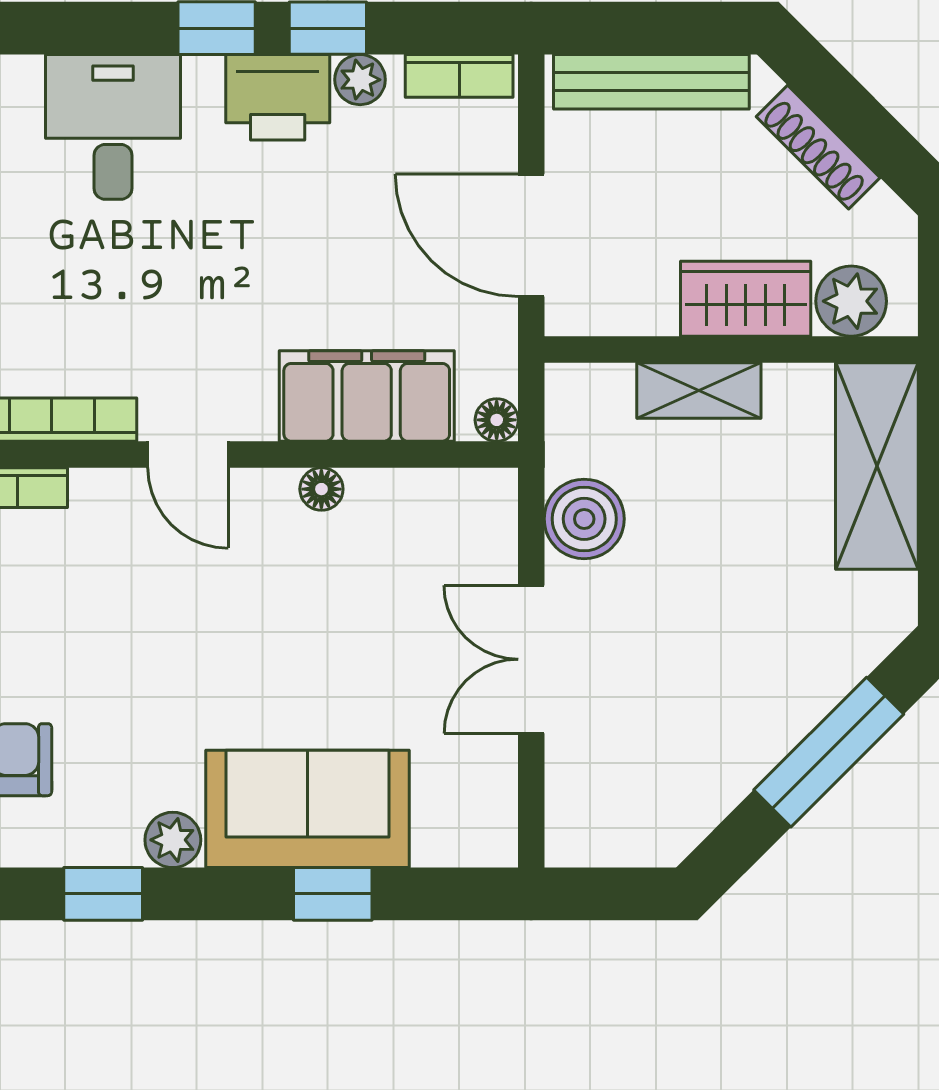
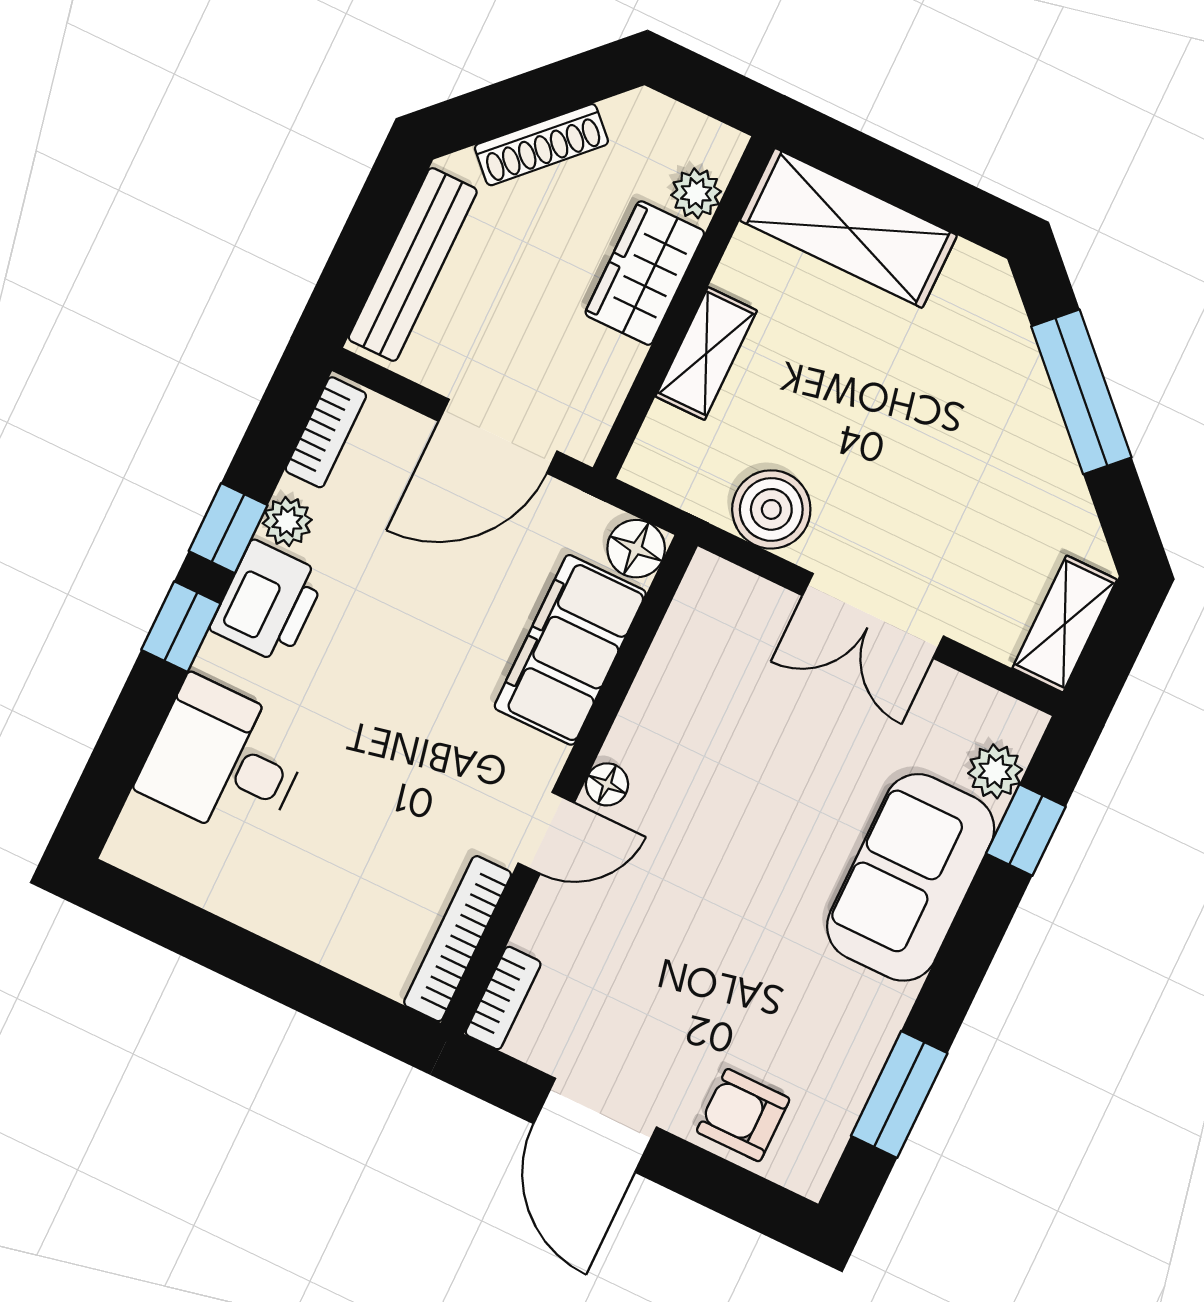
plant: (851, 301) -> (696, 193), width x0.73, depth x0.73
floor lamp: (497, 420) -> (636, 549), width x1.37, depth x1.37
floor lamp: (321, 489) -> (607, 784), moved
shelving: (608, 839) -> (1065, 624), added
plant: (173, 840) -> (995, 771), moved
window: (103, 894) -> (899, 1094), width x1.50
window: (333, 894) -> (1026, 830), moved

